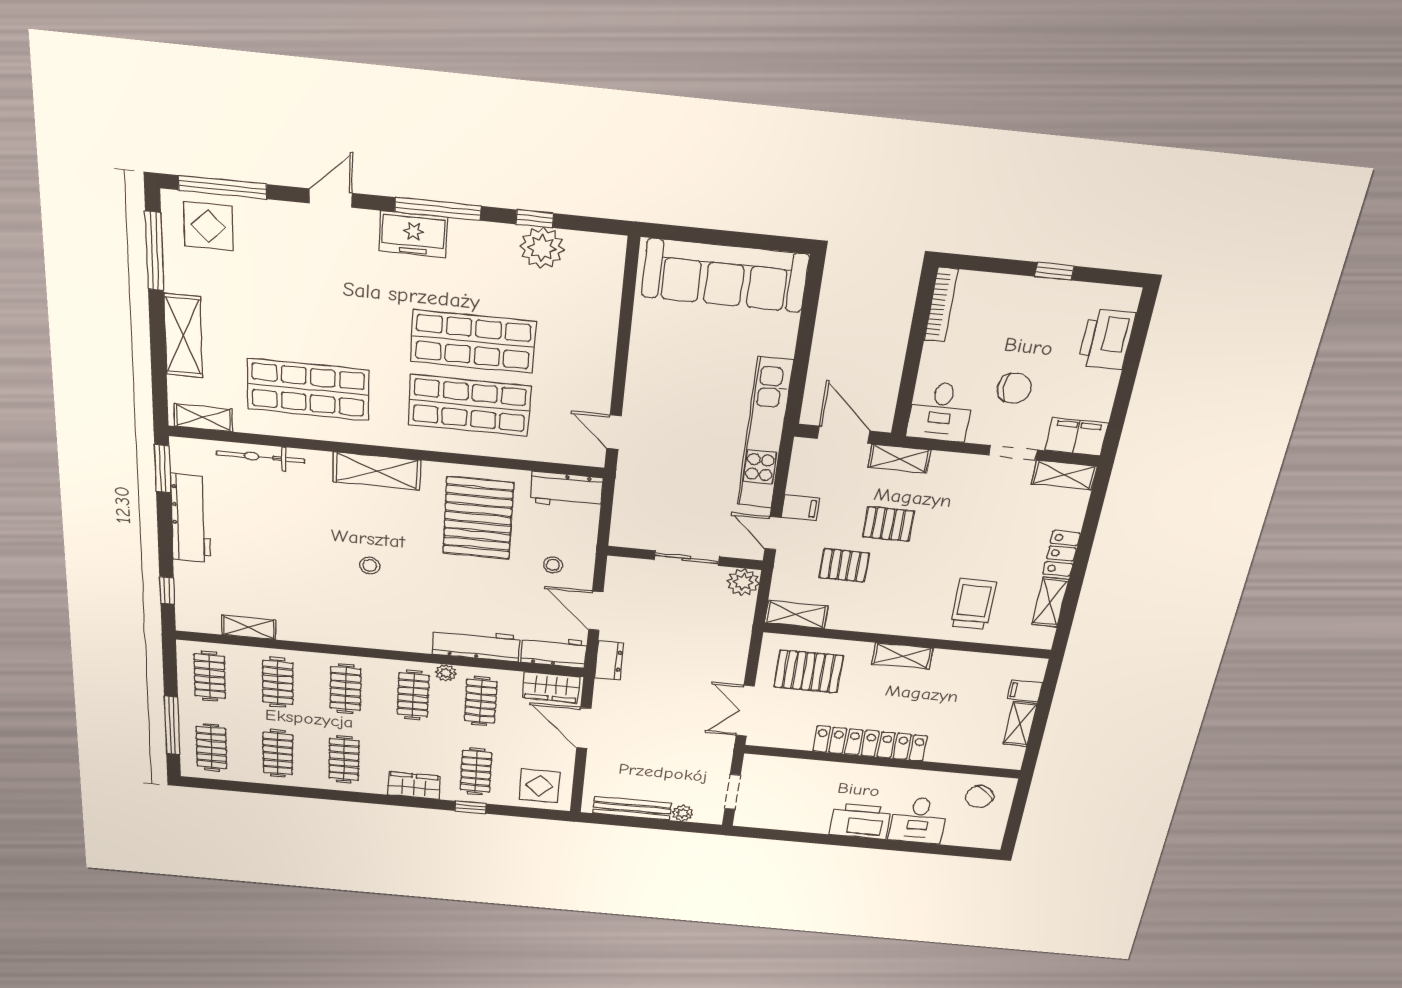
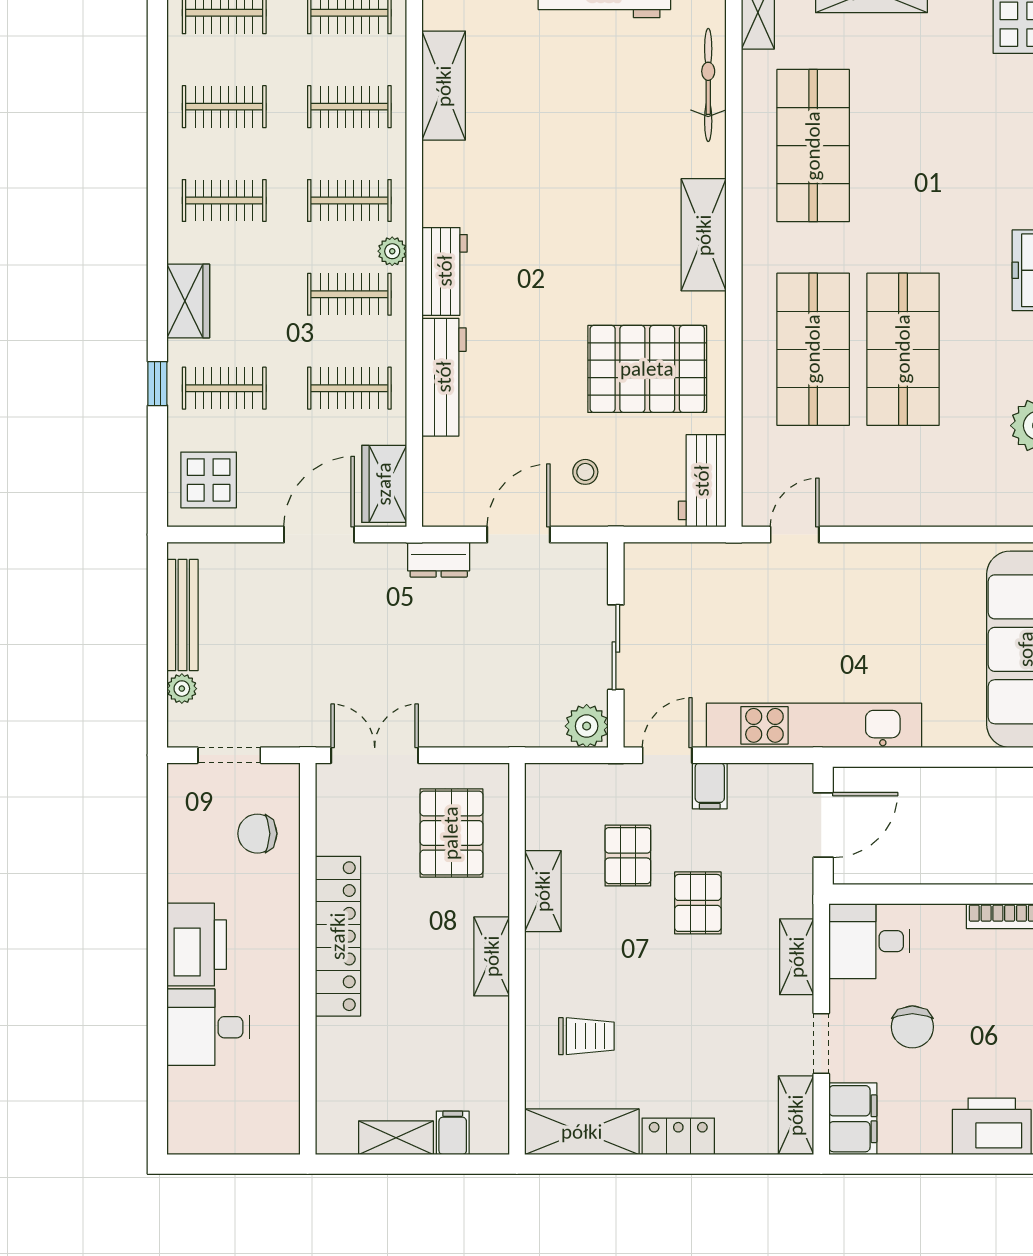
shelving: (899, 459) -> (797, 957), moved
stool: (370, 565) -> (557, 229), removed
shelving: (1050, 602) -> (582, 1132), width x1.50, depth x1.33
trolley: (973, 604) -> (586, 1036), width x0.73, depth x0.72
shelving: (796, 615) -> (543, 891), moved
shelving: (249, 627) -> (444, 86), width x1.50, depth x1.33
workbench: (554, 652) -> (445, 271), moved
plant: (446, 673) -> (392, 251), moved
chair: (980, 797) -> (257, 834), moved, turned -40

